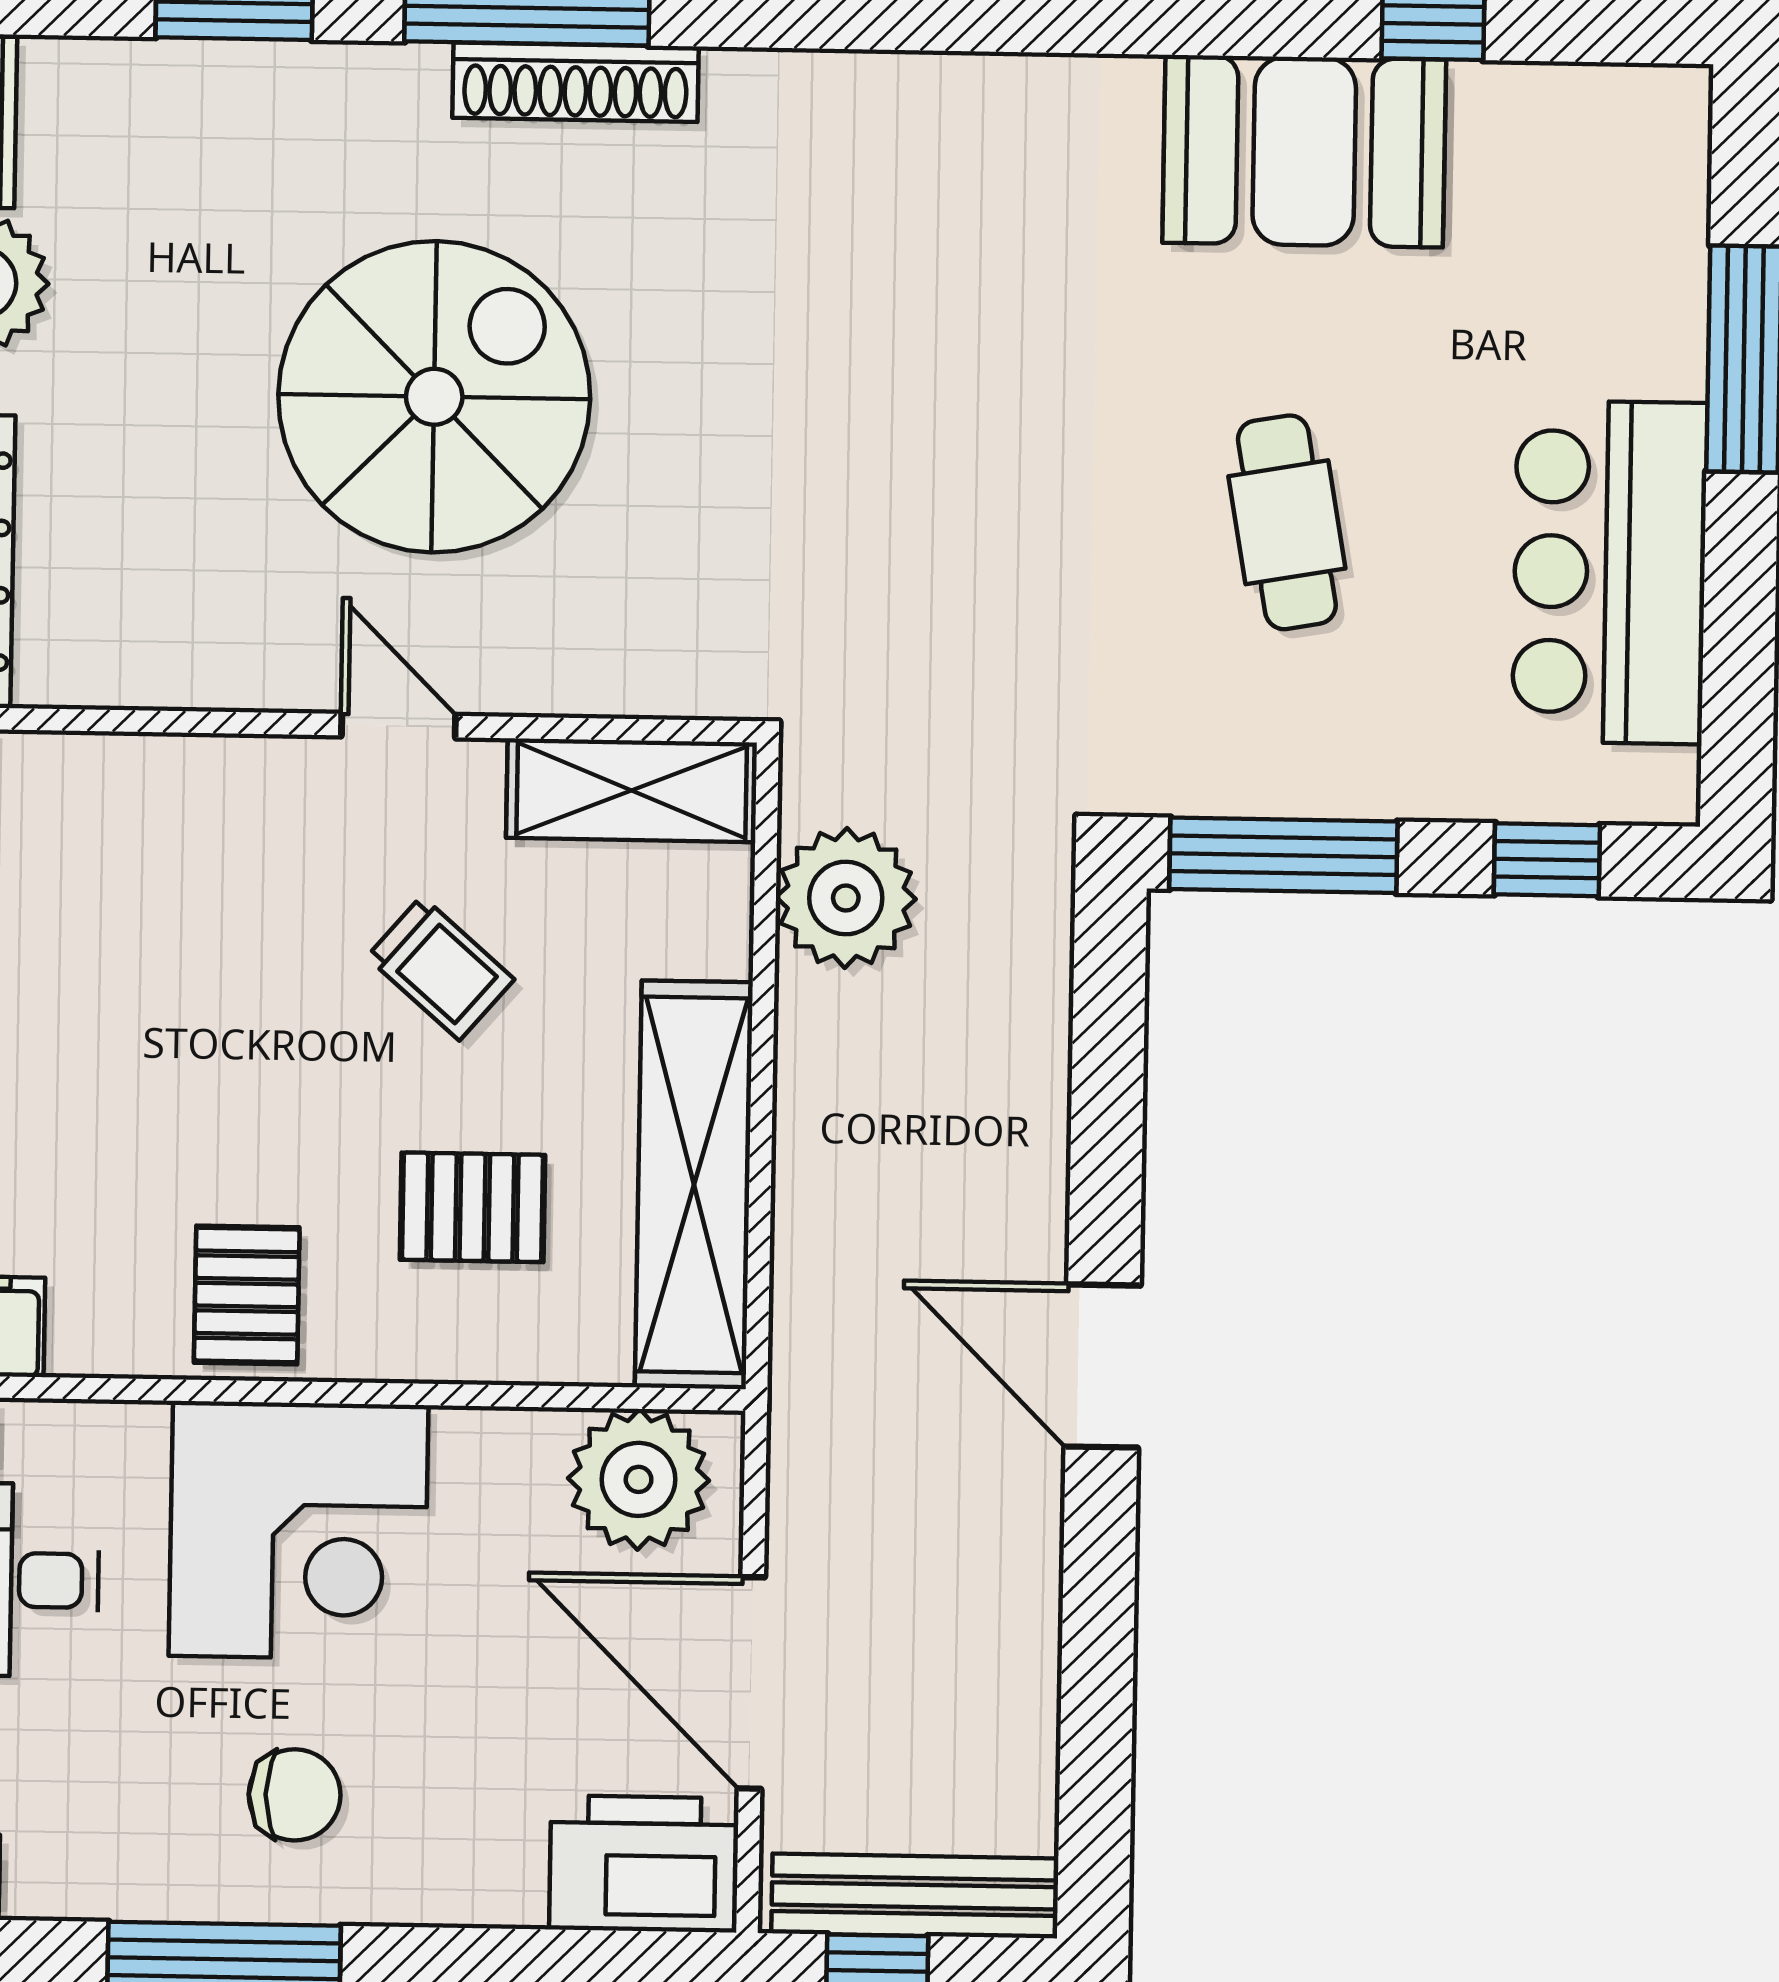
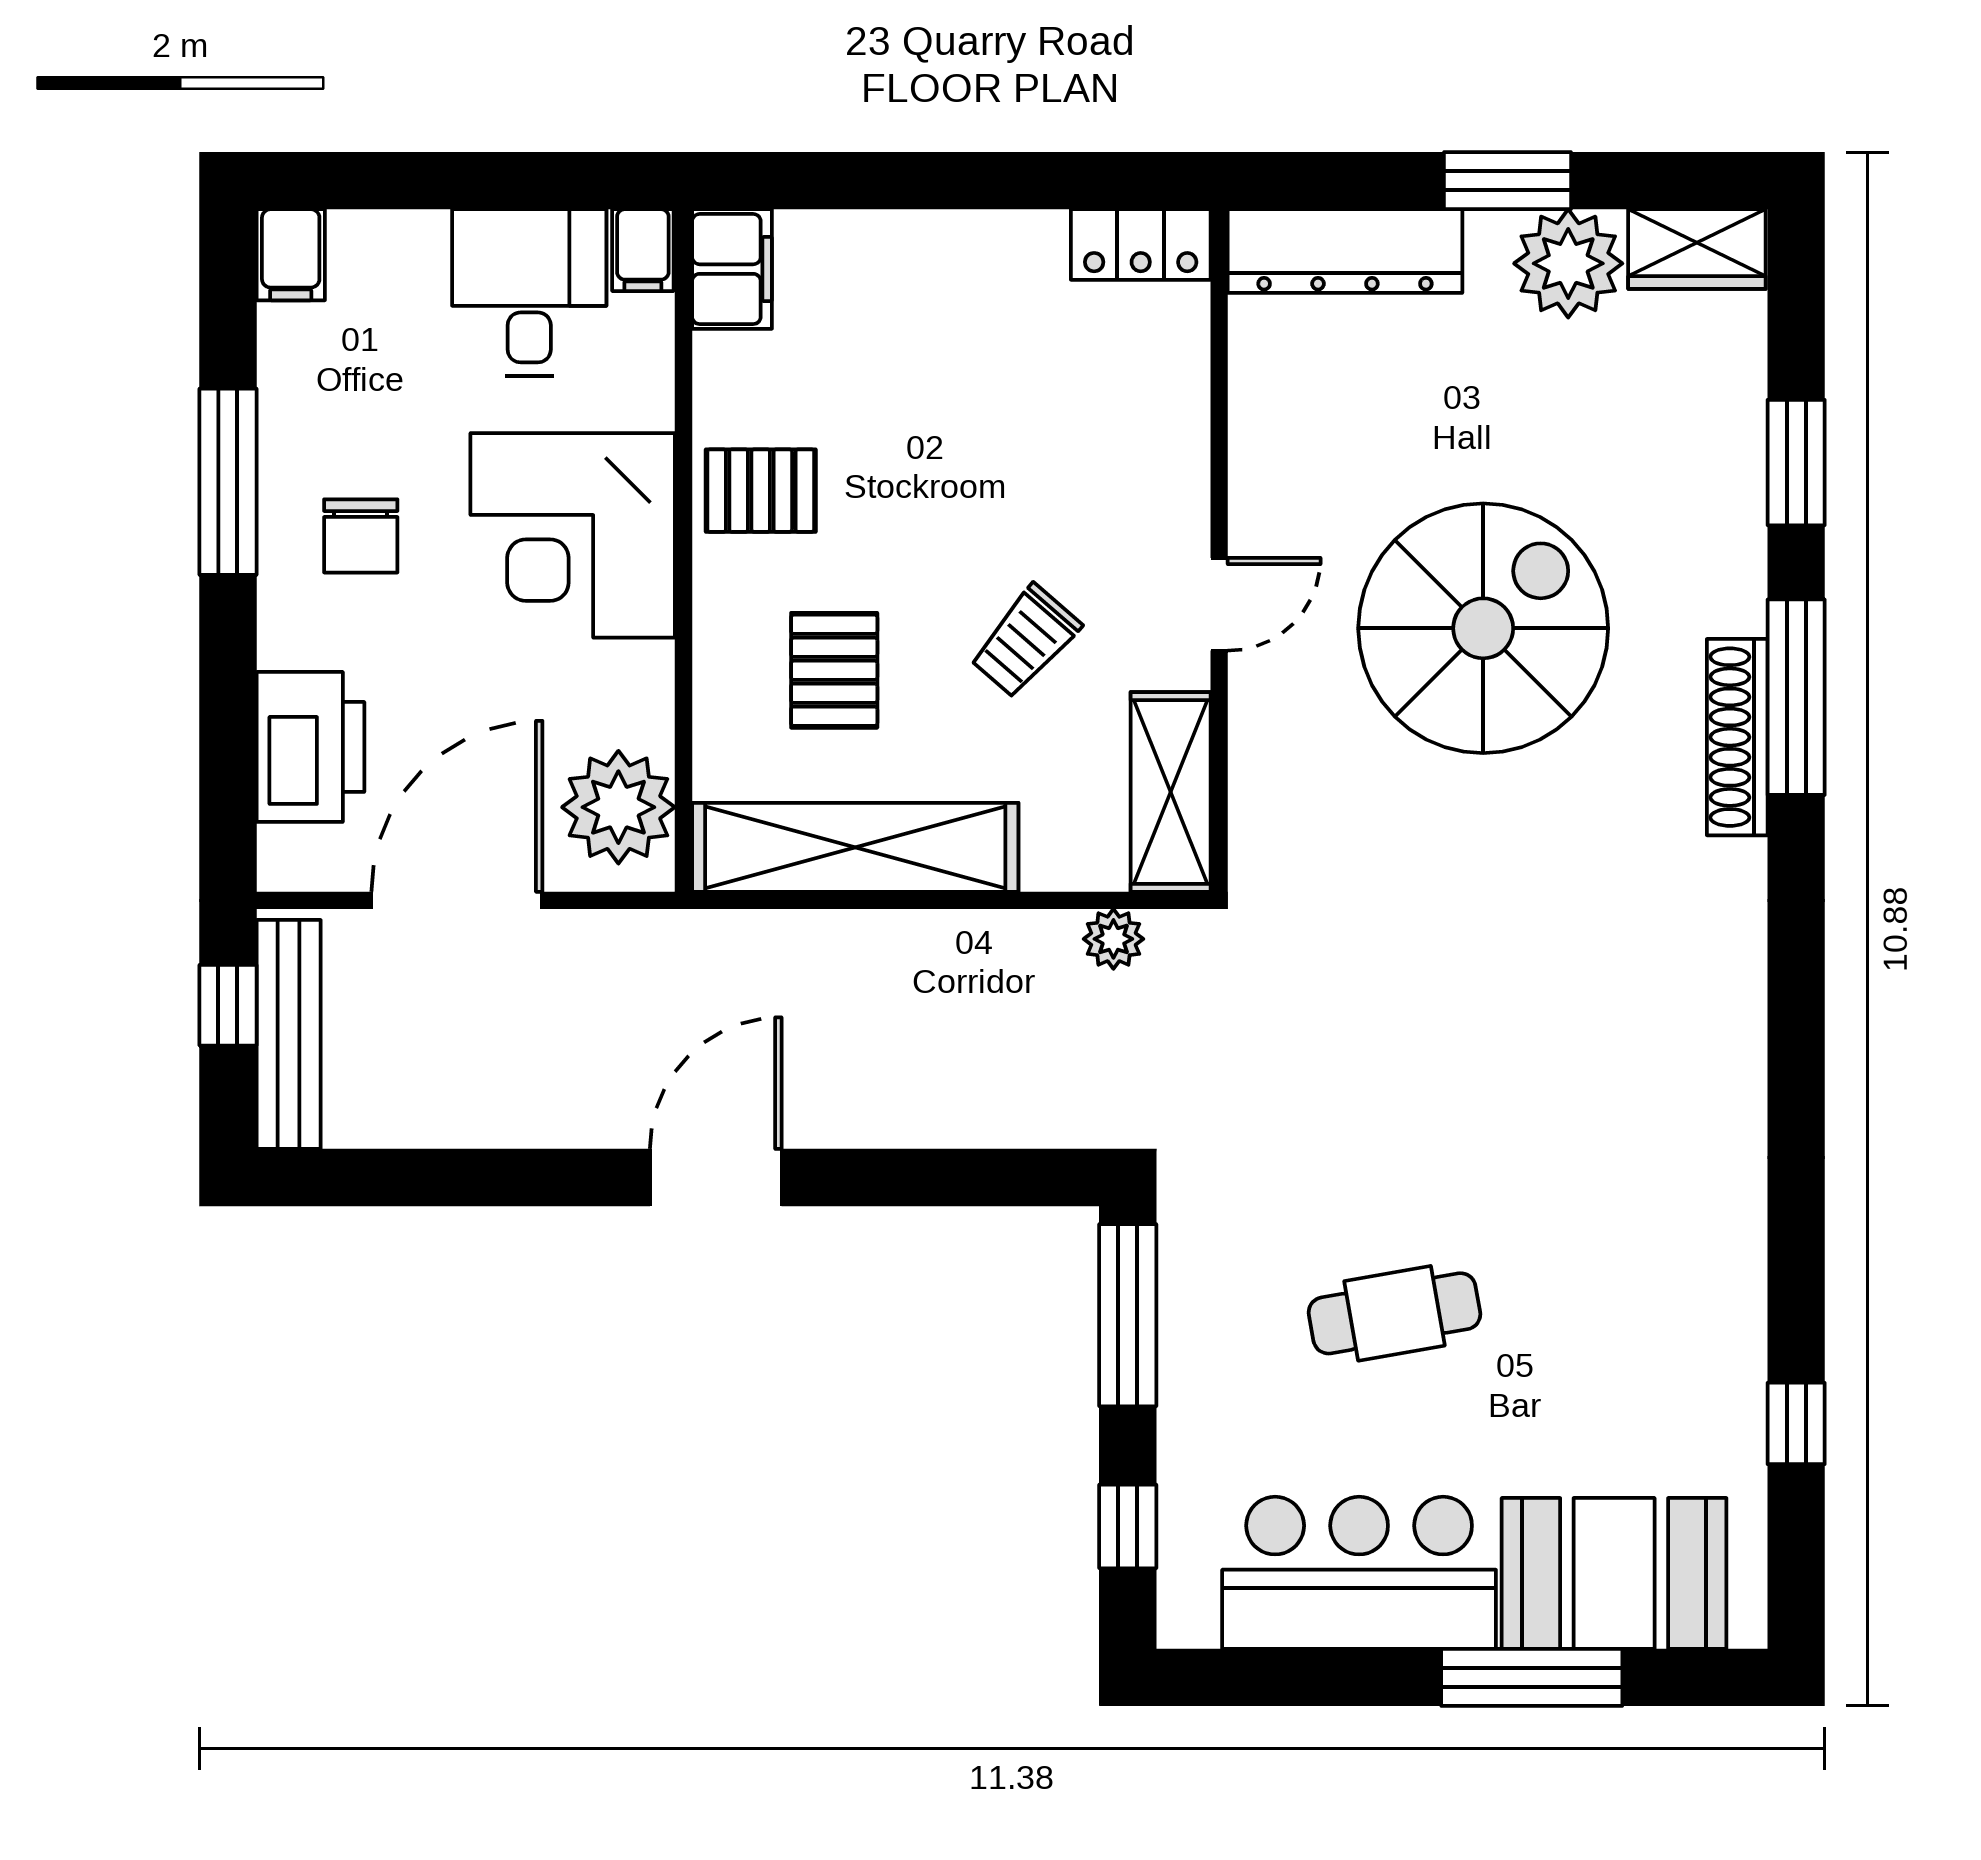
booth: (1304, 151) -> (1614, 1573), moved, turned 90
spiral stairs: (434, 397) -> (1483, 628), turned -90
plant: (846, 898) -> (1113, 939), width x0.53, depth x0.53
printer: (644, 1864) -> (310, 747), moved

